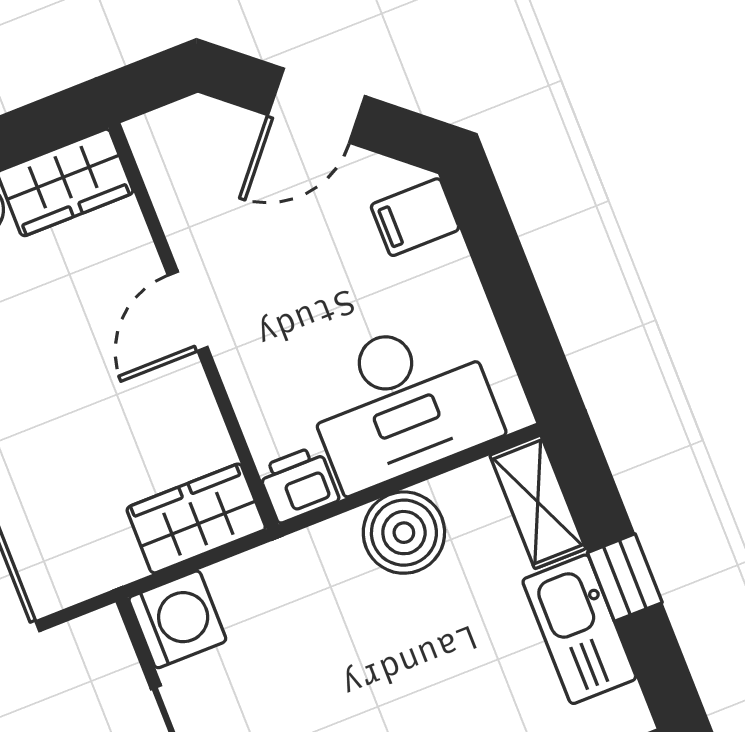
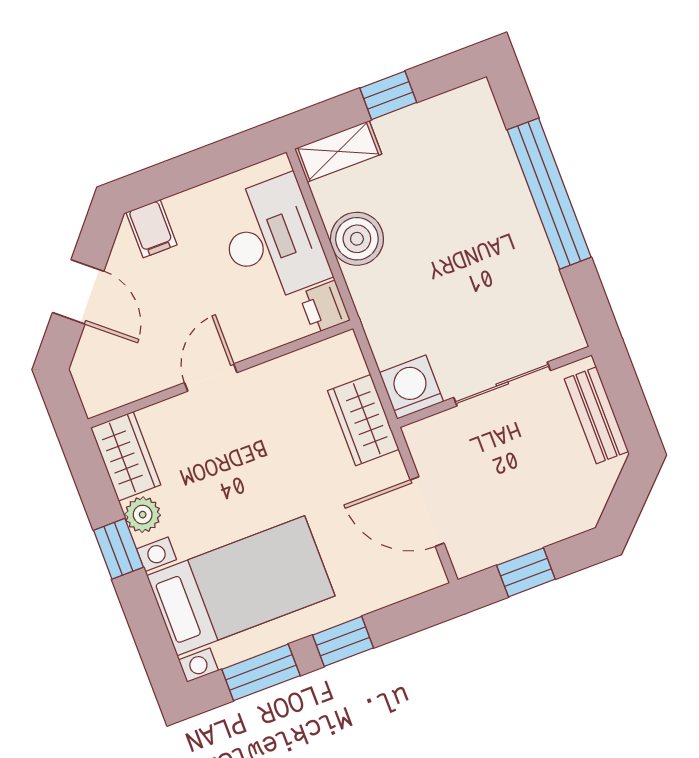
door: (188, 311) -> (211, 378), swing flipped
wardrobe: (196, 518) -> (363, 420), moved
kitchen sink: (579, 629) -> (421, 125), removed

